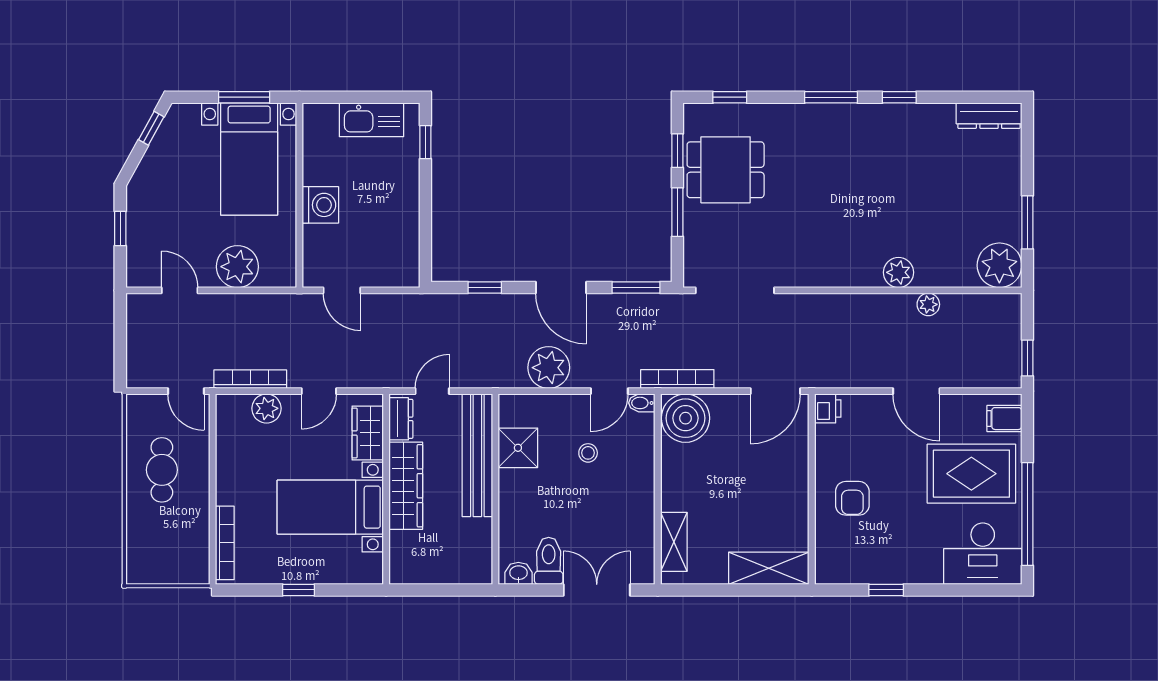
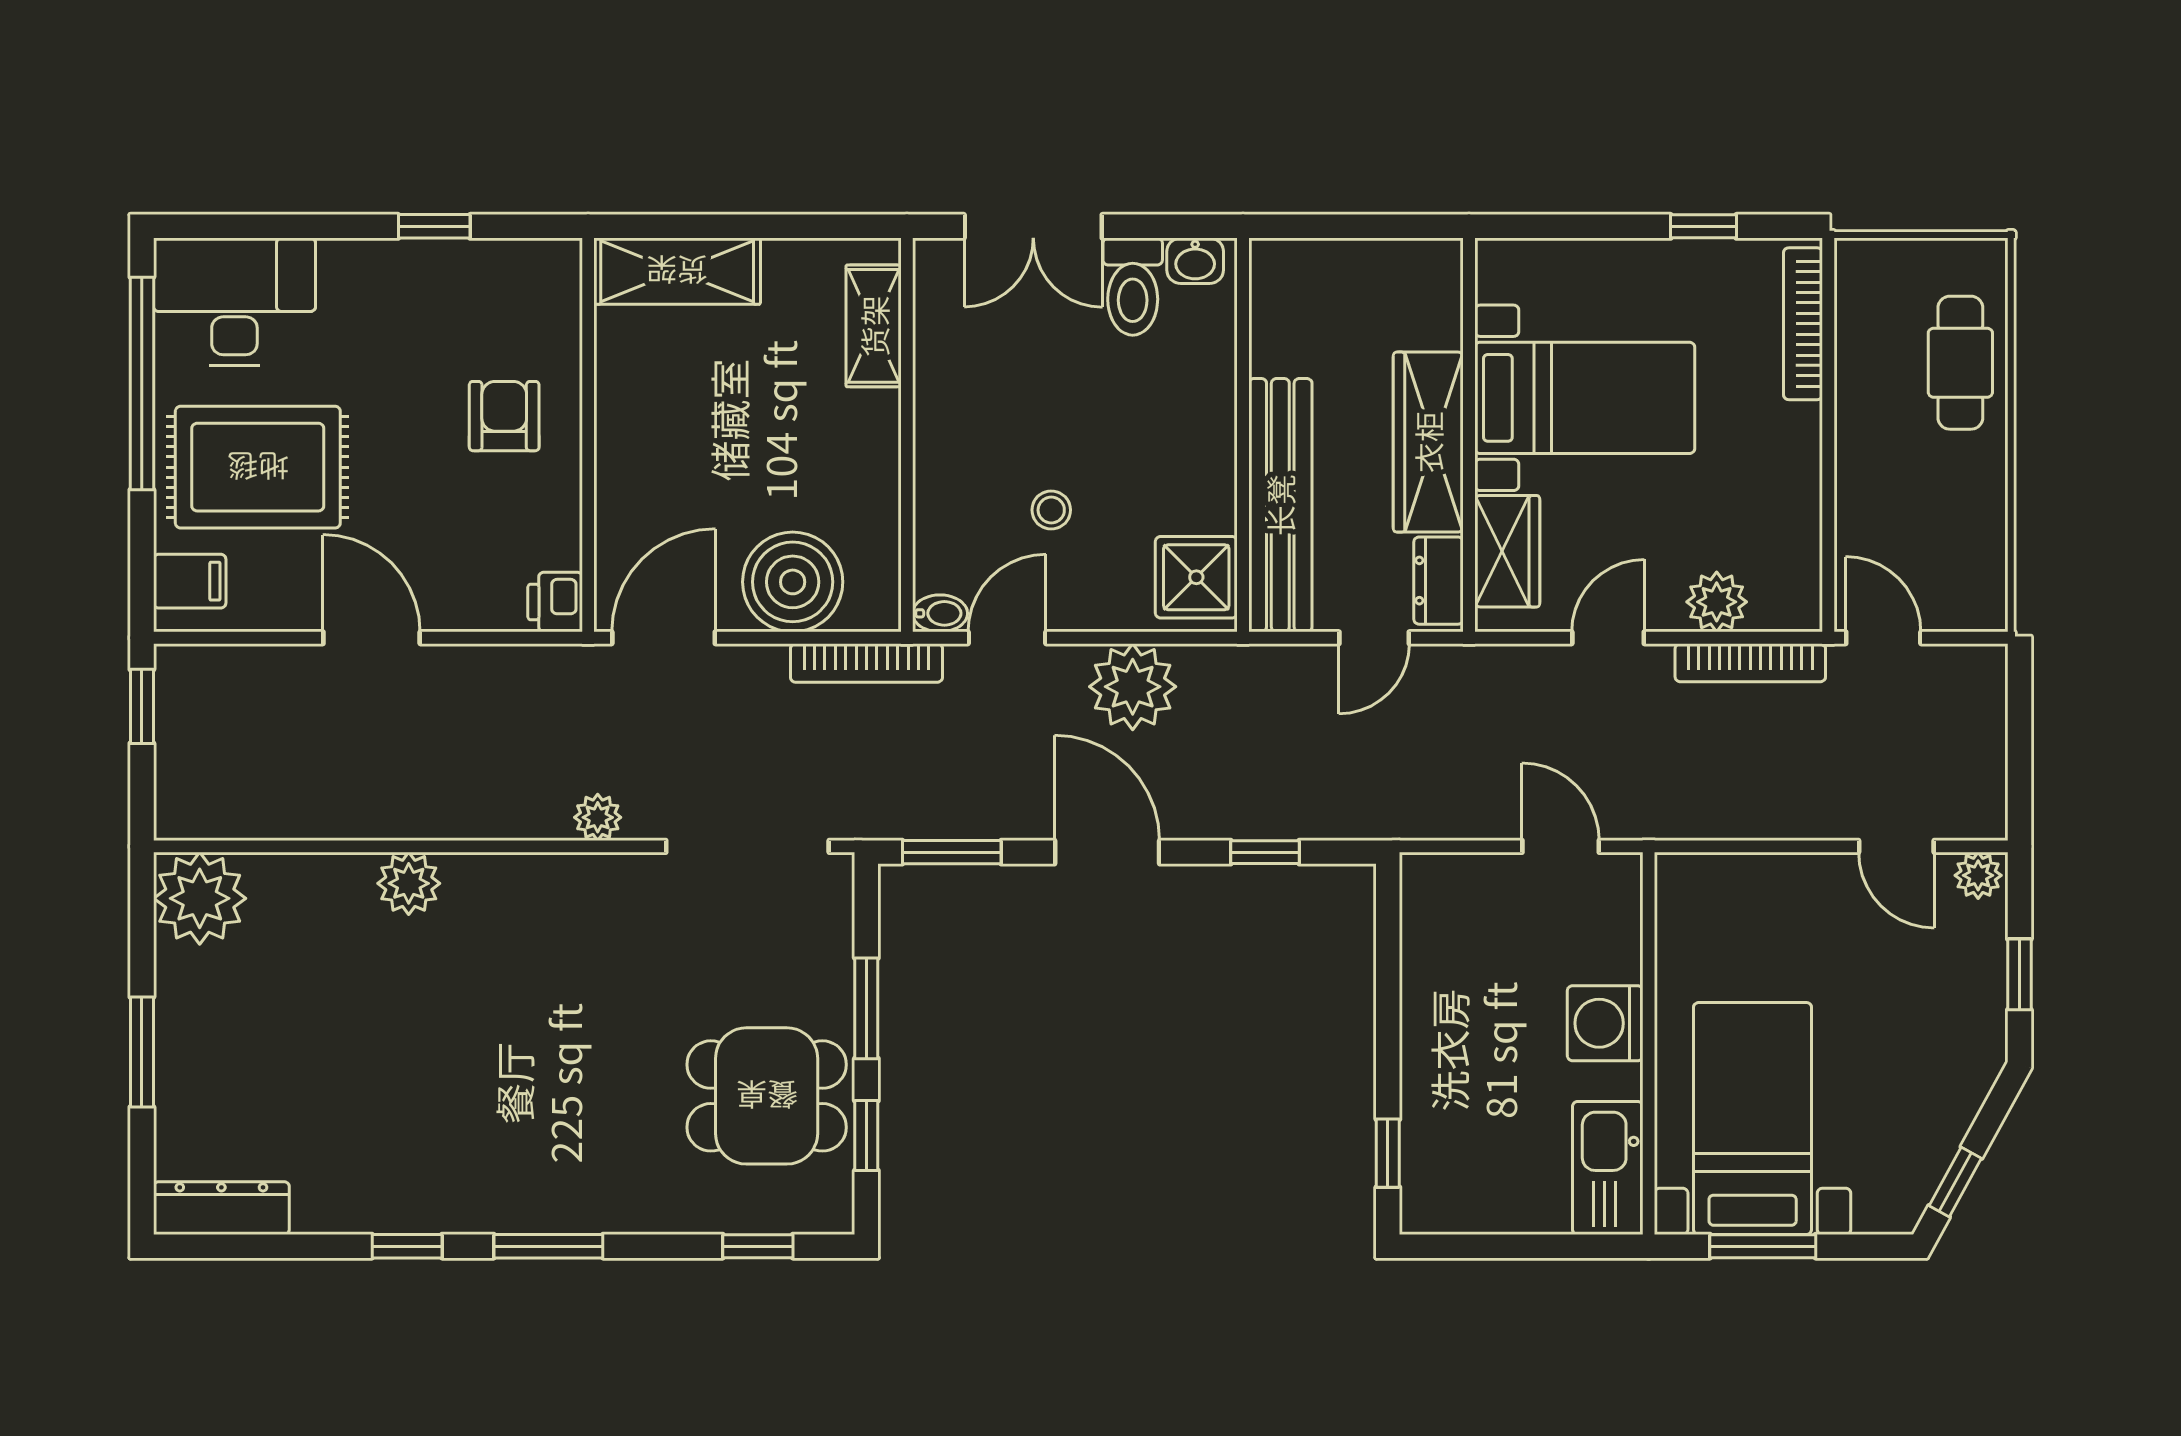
kitchen sink: (371, 120) -> (1608, 1168), moved, turned -90
window: (1027, 222) -> (142, 1052), moved
plant: (237, 267) -> (1978, 875), moved, width x0.53, depth x0.53
plant: (928, 304) -> (598, 817), moved
boiler: (685, 418) -> (793, 582), moved
shower: (518, 448) -> (1196, 577), moved
cafe table: (162, 470) -> (1960, 363), moved
window: (298, 590) -> (1703, 226), moved

